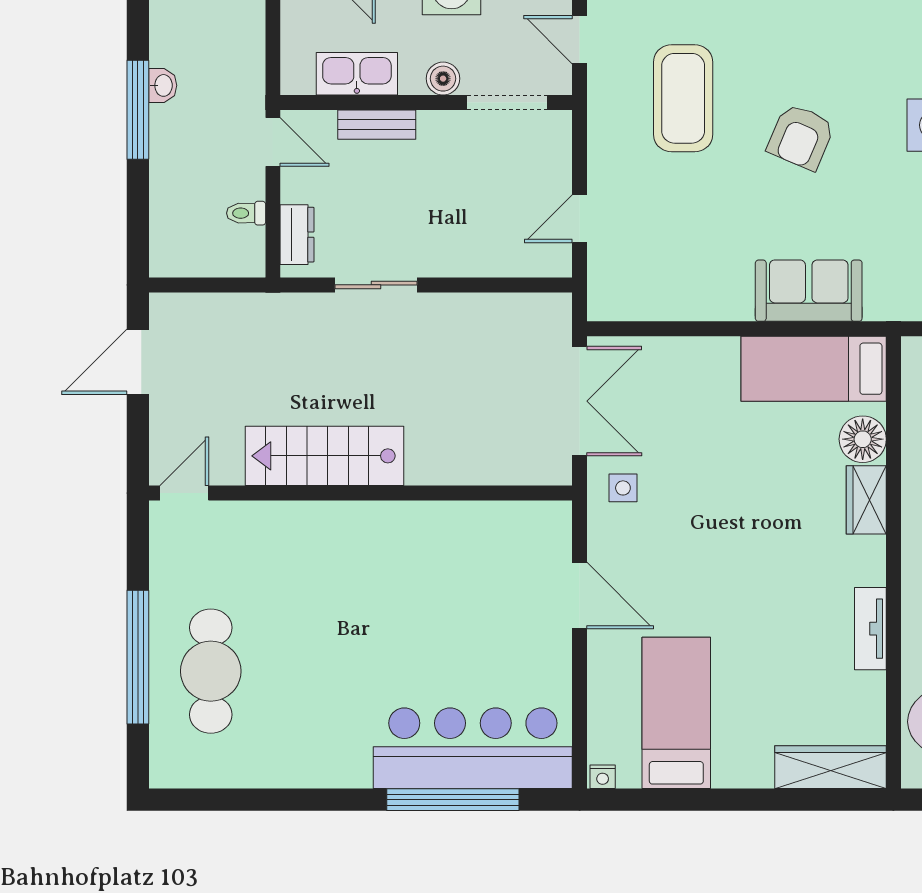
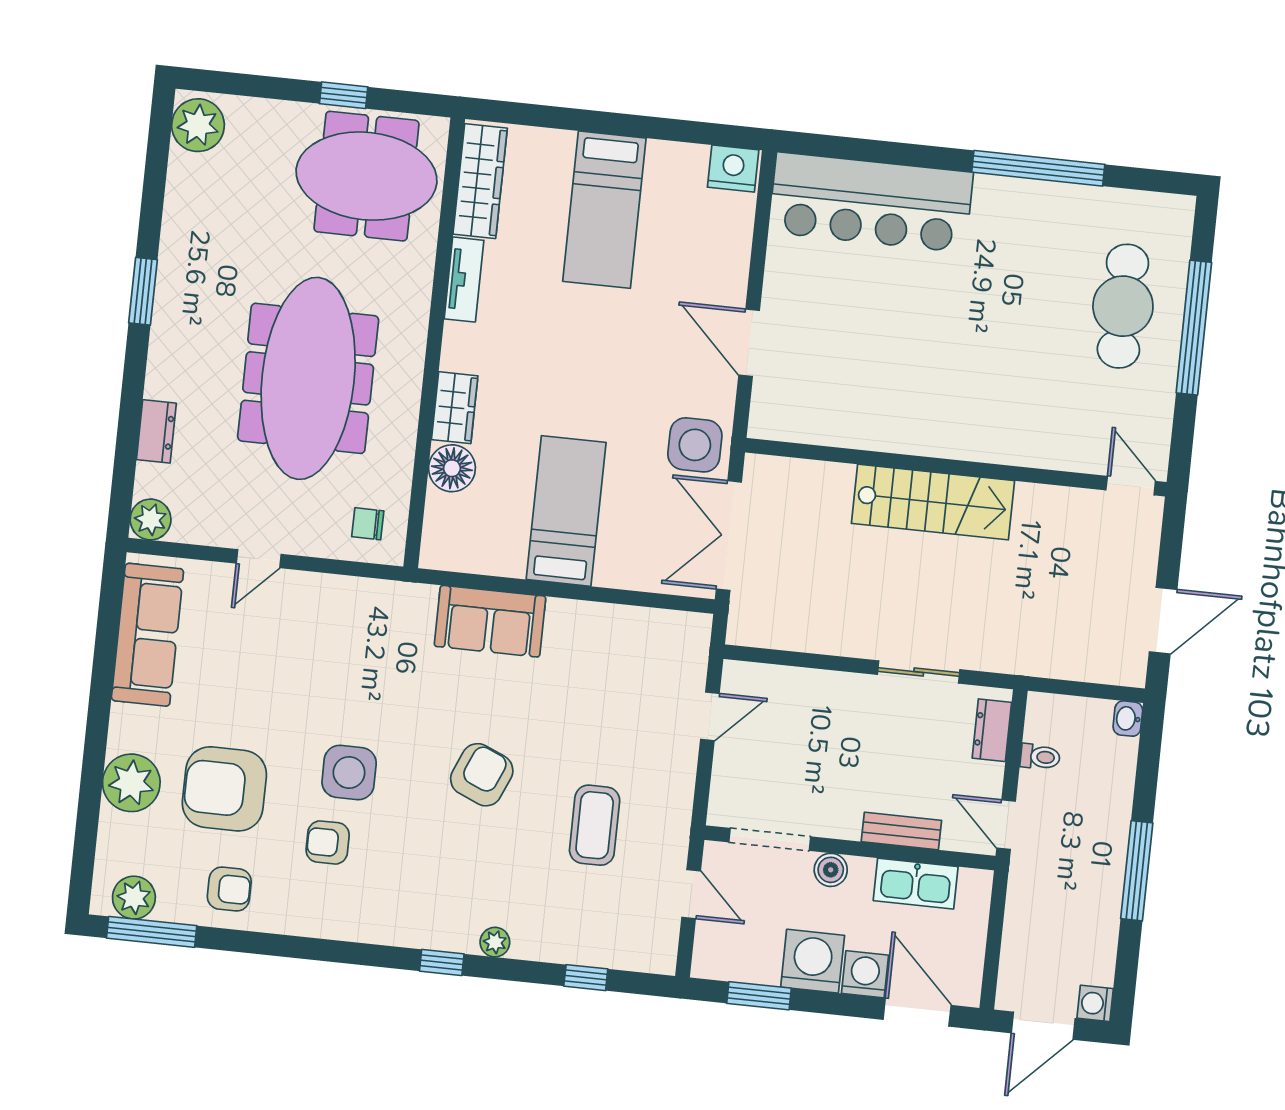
washbasin: (163, 85) -> (1128, 719), moved
coffee table: (683, 98) -> (595, 825), width x0.73, depth x0.76
bed: (814, 369) -> (566, 511), moved, turned -90
stairs: (324, 456) -> (933, 502), moved
side table: (623, 488) -> (695, 445), width x1.87, depth x1.87
door: (184, 493) -> (1131, 486), swing flipped
bed: (676, 713) -> (604, 210), moved
wardrobe: (830, 767) -> (480, 181), moved, turned -90
nightstand: (603, 777) -> (733, 169), width x1.89, depth x1.79
window: (453, 800) -> (1038, 168), moved

